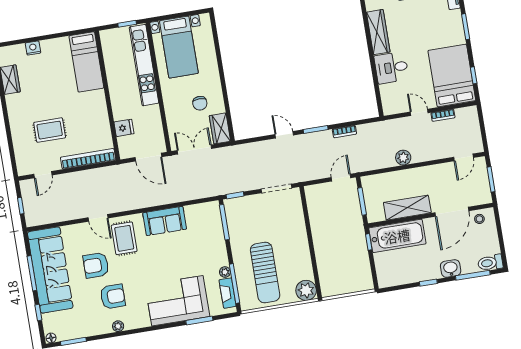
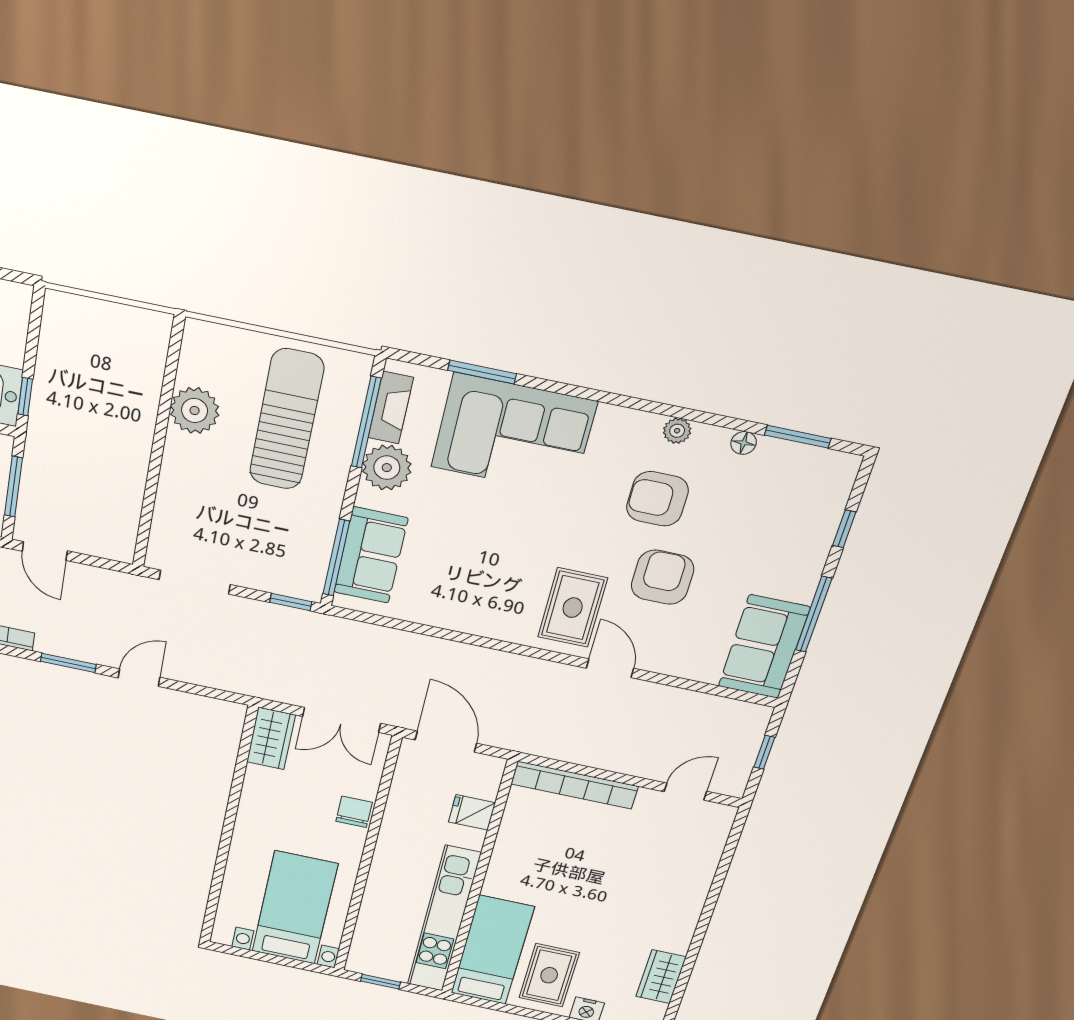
kitchen unit: (144, 65) -> (444, 919), moved, turned 180
chair: (200, 103) -> (354, 812), moved
rug: (50, 130) -> (549, 975), moved, turned 90
door: (284, 135) -> (139, 678), swing flipped
door: (341, 178) -> (45, 551), hinge flipped
sofa: (165, 221) -> (371, 555), moved, turned 90
armchair: (96, 265) -> (662, 577), turned -90
sofa: (50, 270) -> (764, 647), width x0.54, depth x0.79
plant: (225, 272) -> (387, 468), width x1.88, depth x1.88
plant: (306, 290) -> (195, 410), moved
floor lamp: (51, 338) -> (744, 443), moved

